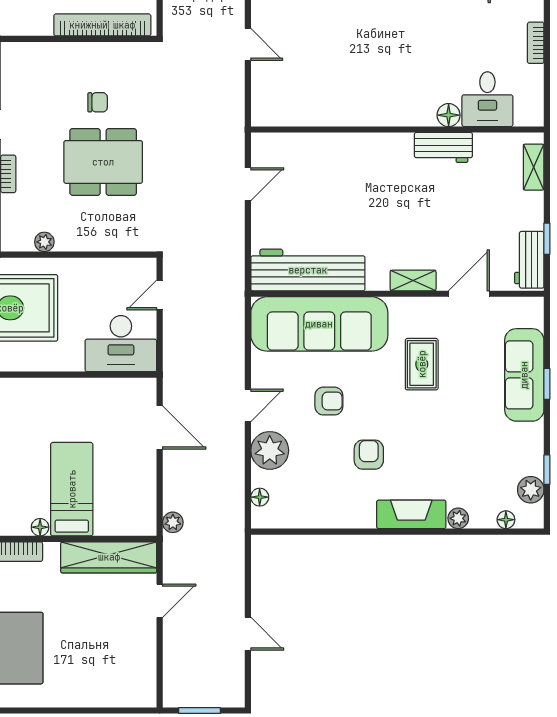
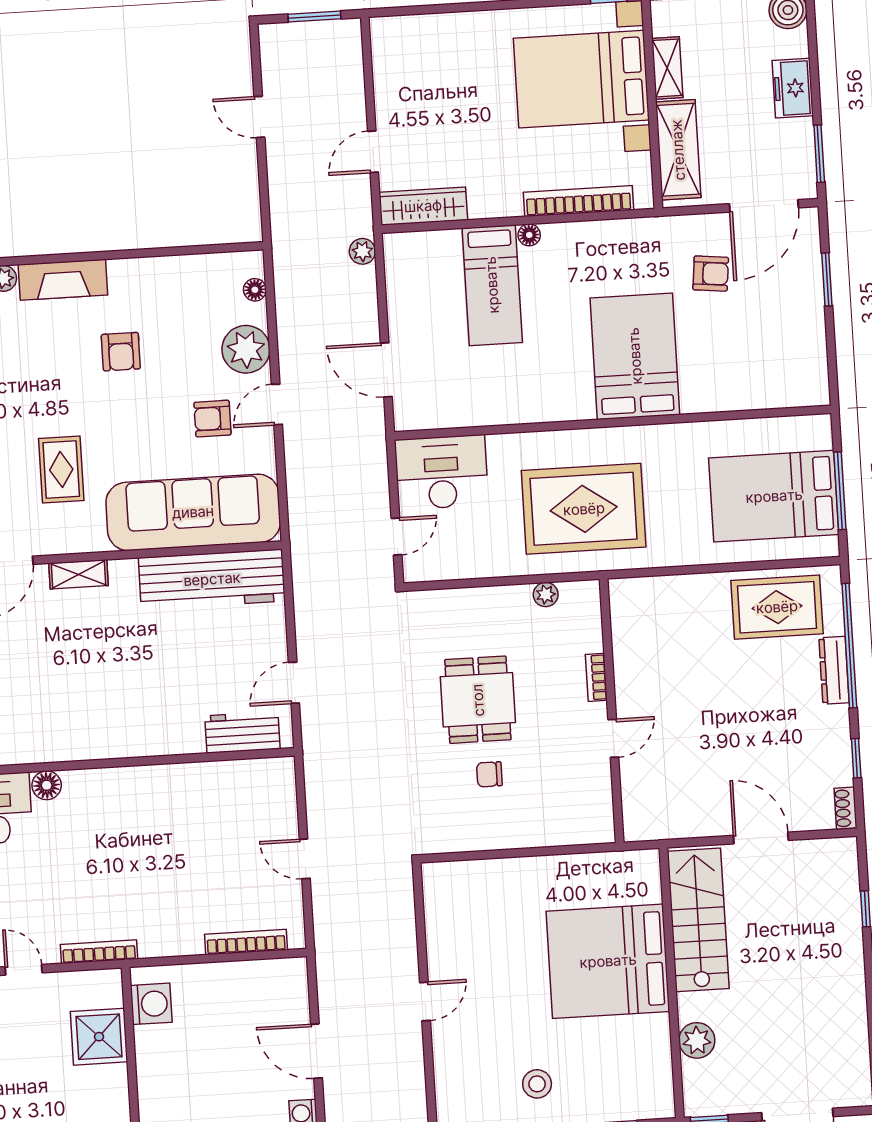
bookcase: (102, 25) -> (489, 872), removed
workbench: (443, 147) -> (242, 732), moved
dining table: (103, 162) -> (478, 700), width x0.73
armchair: (329, 401) -> (212, 419), moved
wardrobe: (109, 557) -> (423, 206), width x0.71, depth x0.85

